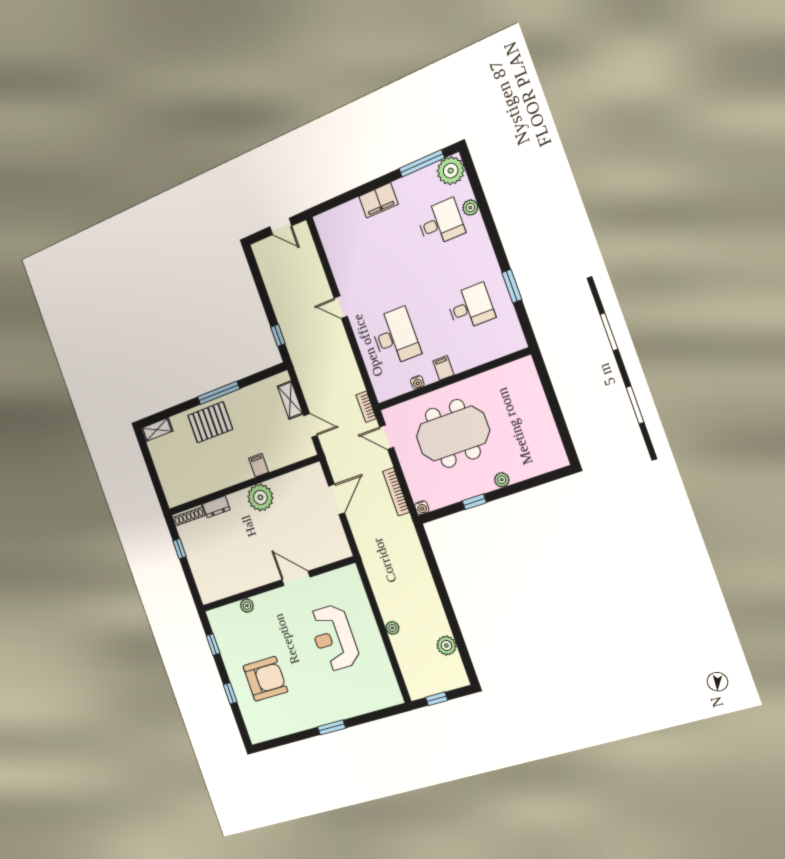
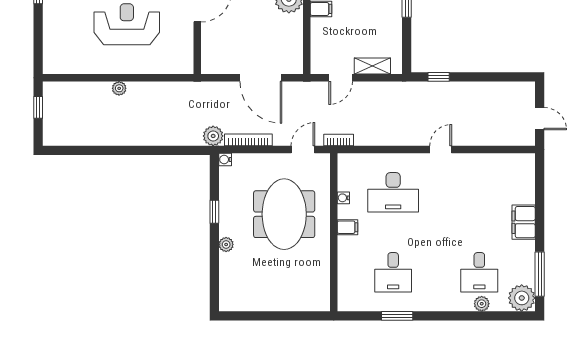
door: (281, 226) -> (540, 119), swing flipped
door: (337, 499) -> (261, 78), width x1.36
plant: (446, 646) -> (213, 136), moved

